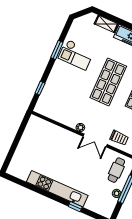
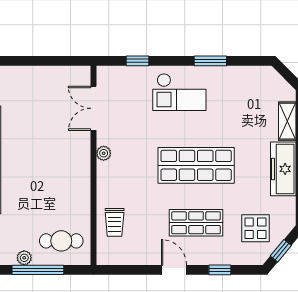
checkout: (76, 55) -> (179, 92), moved, turned -90
double door: (95, 140) -> (93, 108), moved

